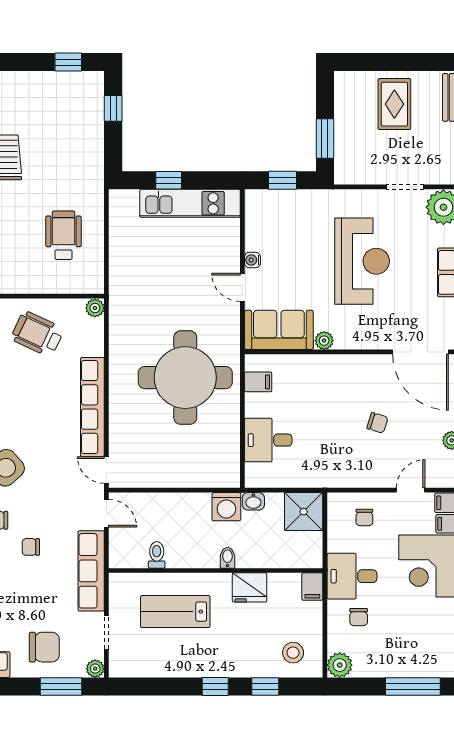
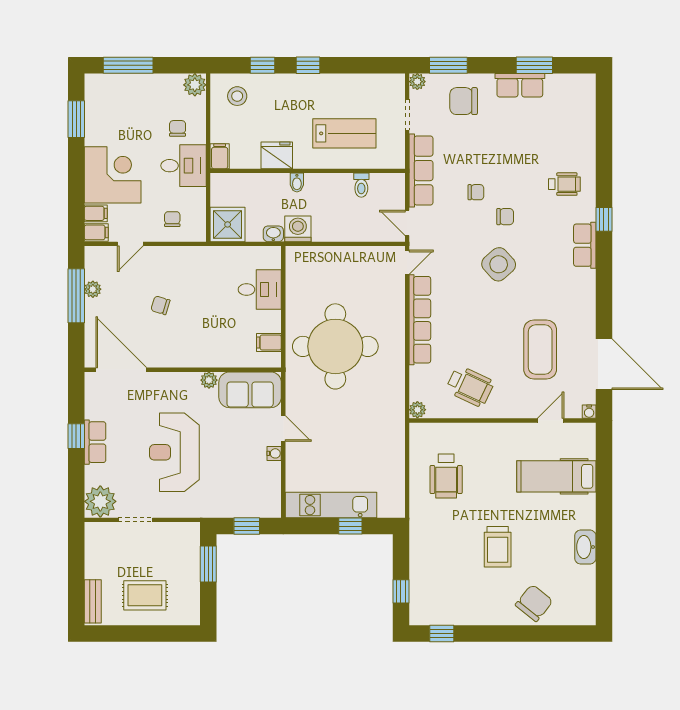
rug: (394, 104) -> (145, 595), turned 90
door: (106, 470) -> (407, 262), hinge flipped

